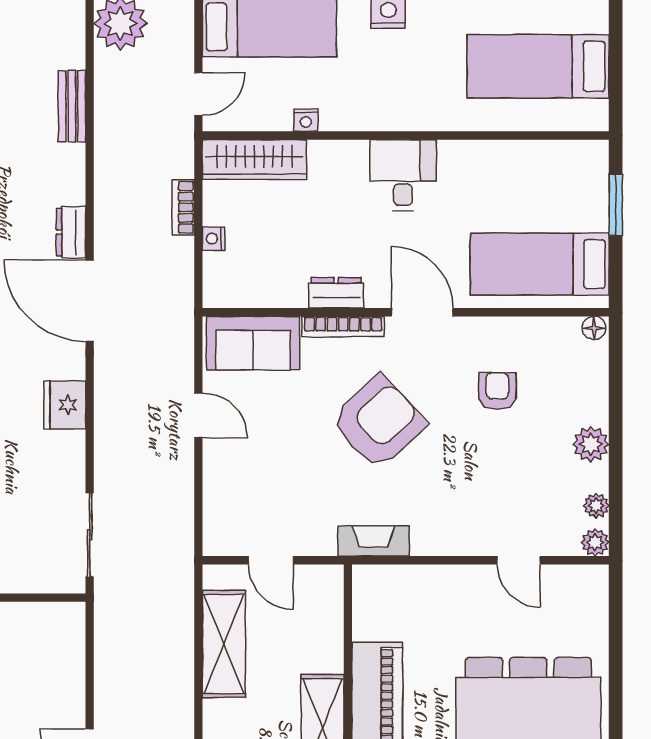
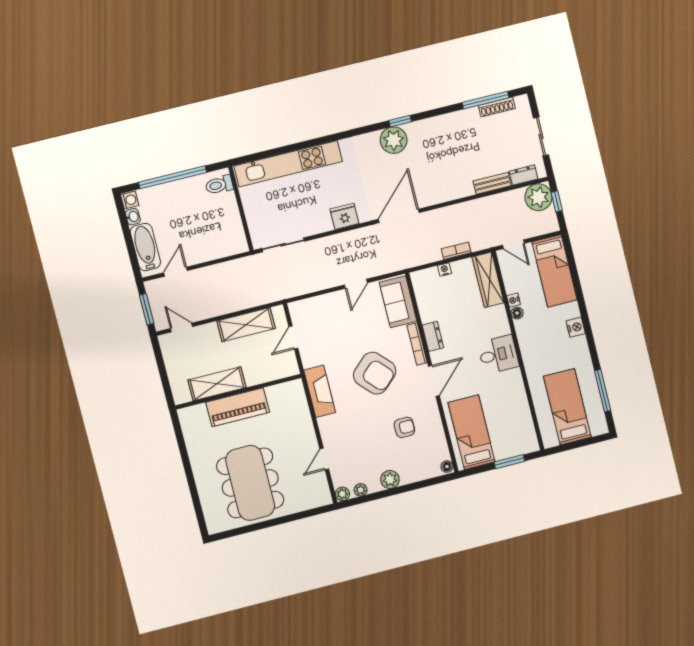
floor lamp: (332, 119) -> (517, 313), added
dresser: (71, 232) -> (524, 175), moved
fireplace: (373, 541) -> (320, 391), width x1.37, depth x1.32

